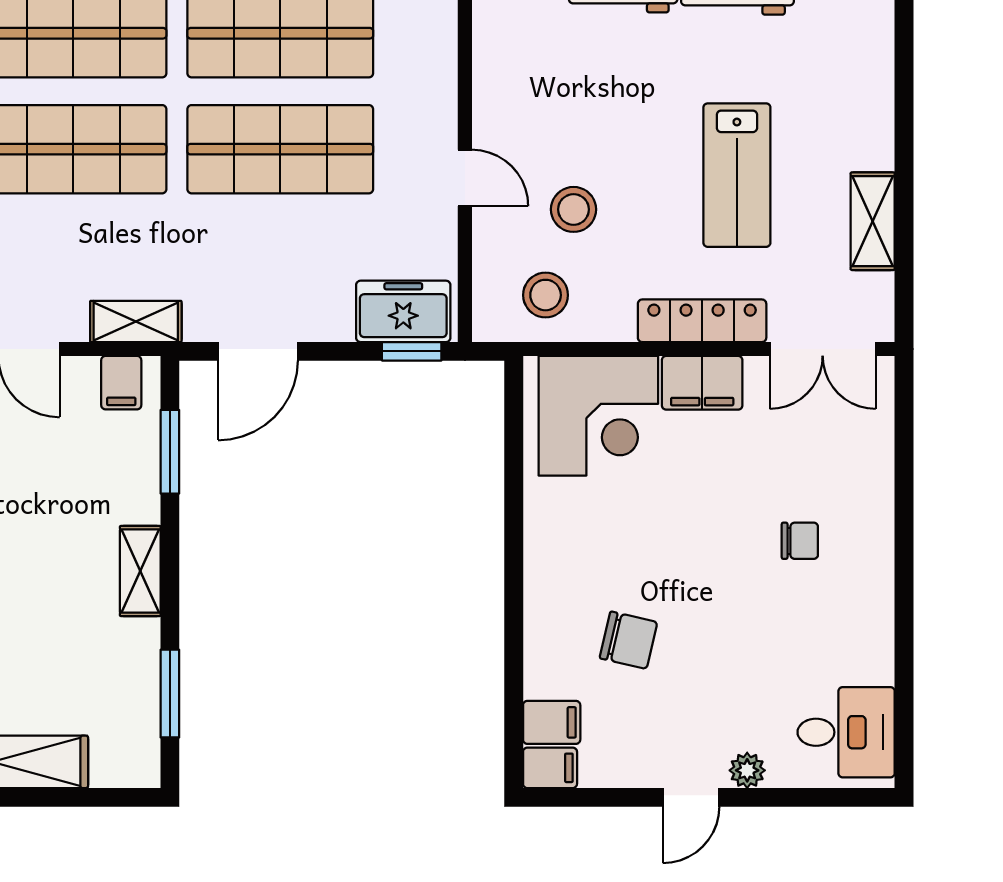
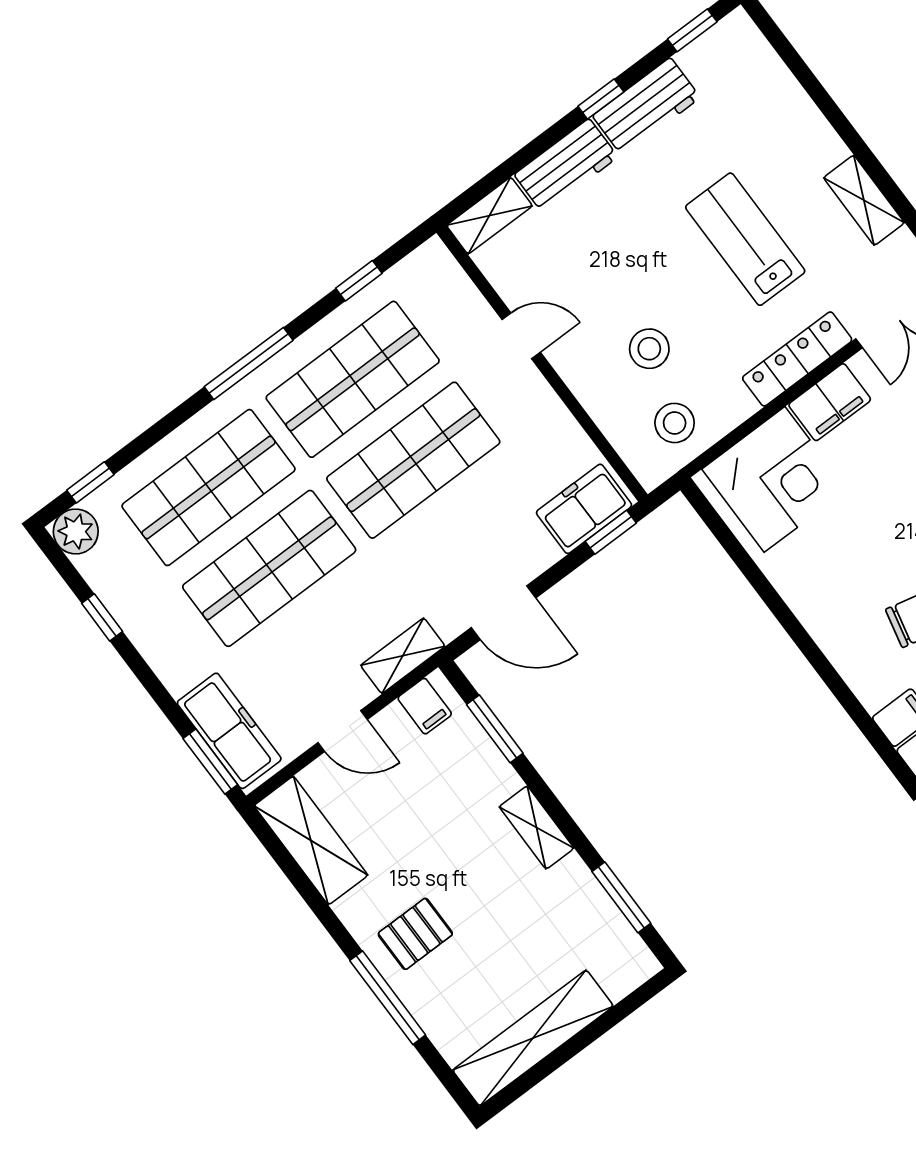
lab bench: (737, 175) -> (745, 239), turned 180
door: (465, 178) -> (521, 336), moved
door: (258, 351) -> (504, 613), hinge flipped

